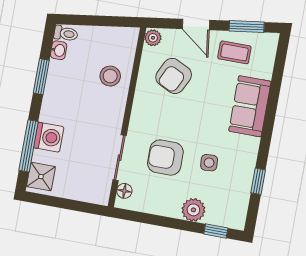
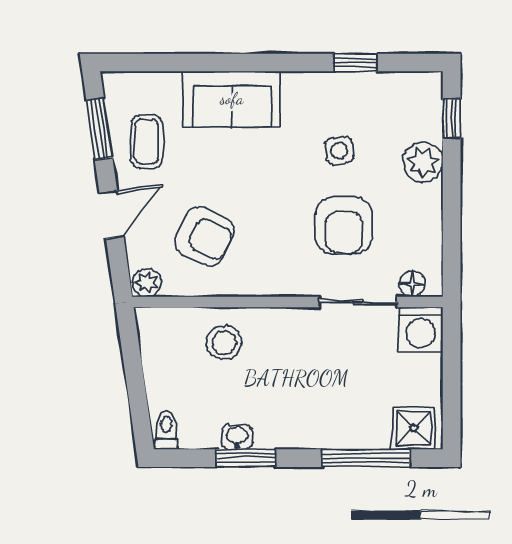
washbasin: (59, 50) -> (237, 437), moved
washing machine: (49, 137) -> (421, 330), moved, turned 180

